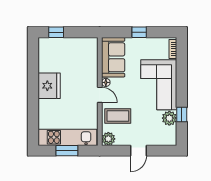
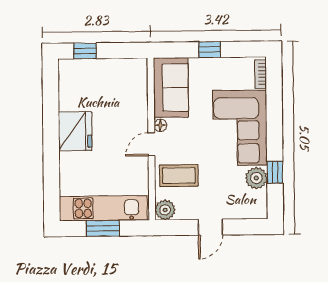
door: (100, 95) -> (151, 144), swing flipped

